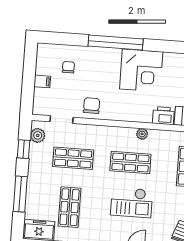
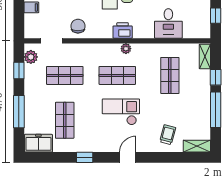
printer: (163, 116) -> (123, 30), moved
checkout: (132, 202) -> (121, 112), turned 180

